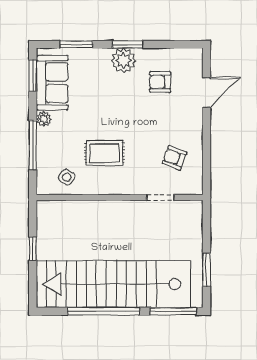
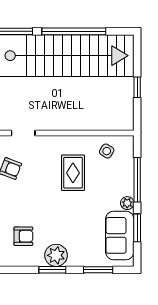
window: (33, 76) -> (137, 228), moved
rug: (105, 153) -> (73, 173), turned 90

